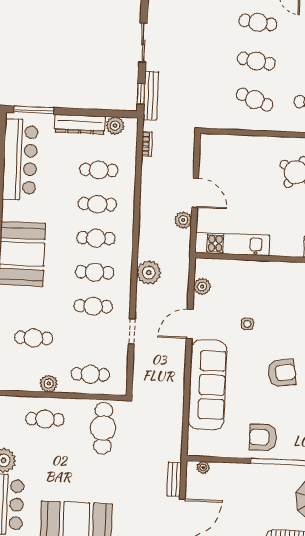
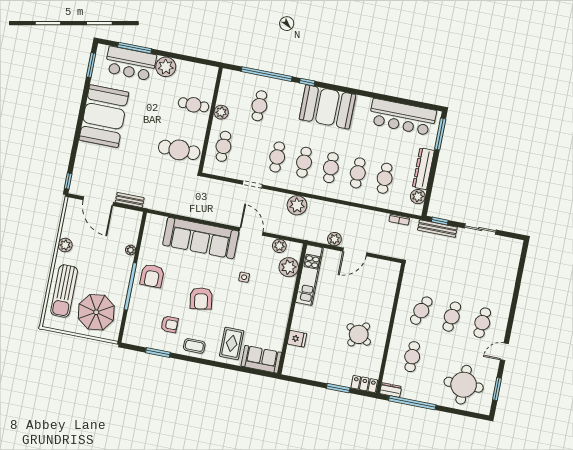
plant: (226, 271) -> (289, 267), added
cafe table: (45, 419) -> (193, 105), turned 90
armchair: (263, 437) -> (152, 276), turned 180
plant: (203, 467) -> (131, 250), moved

